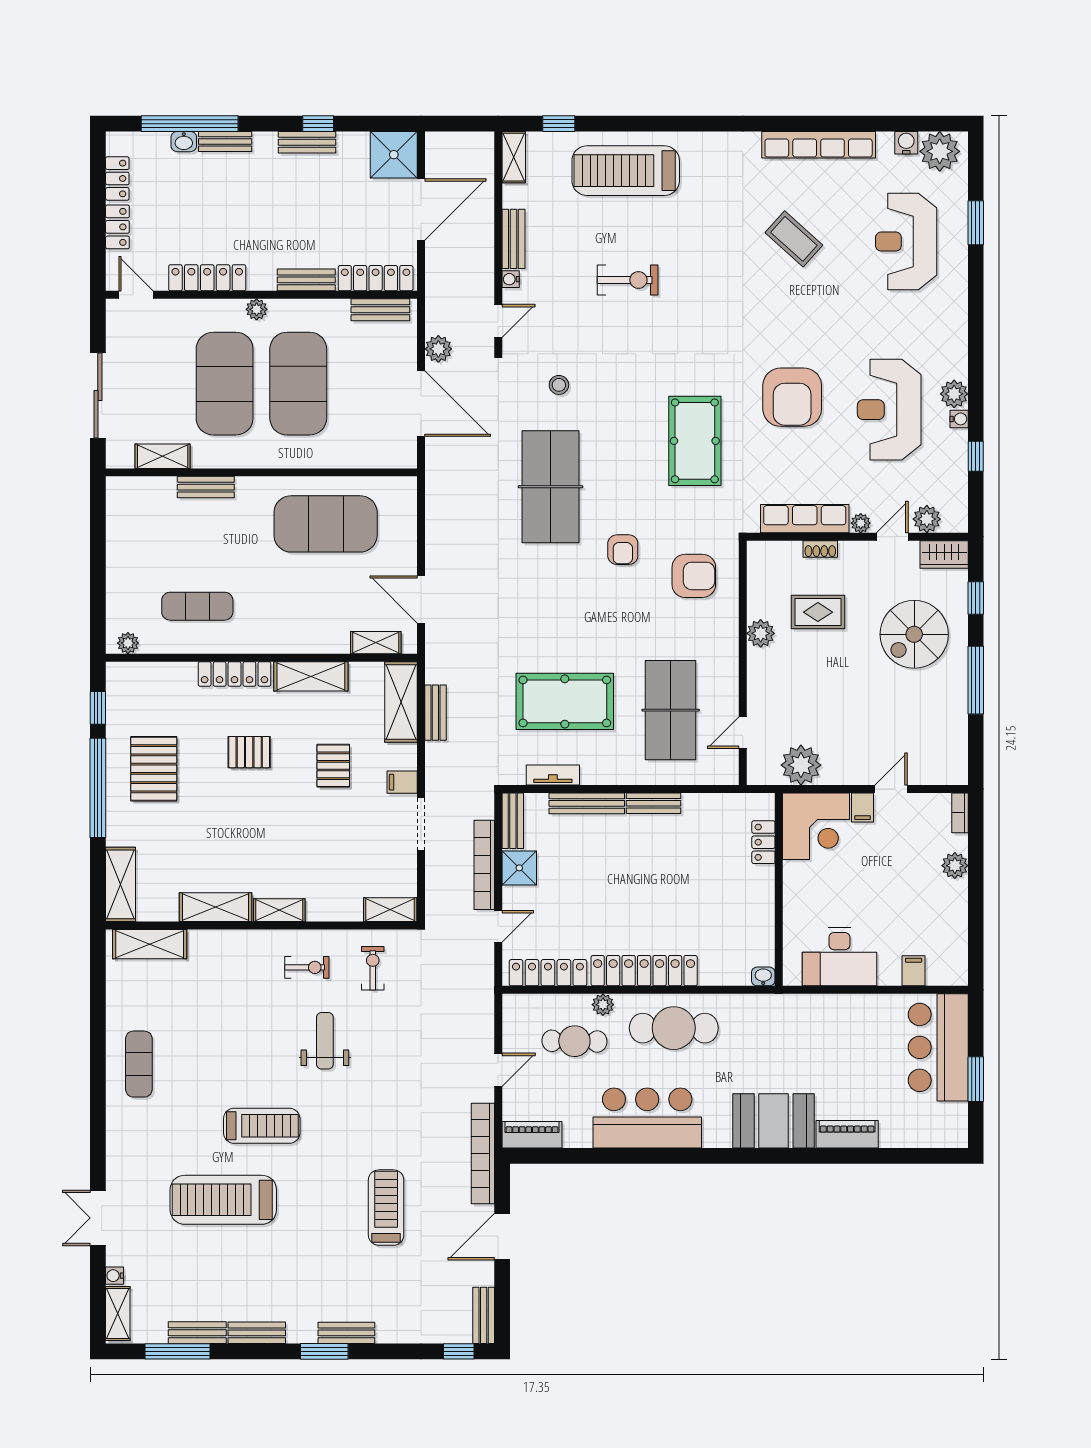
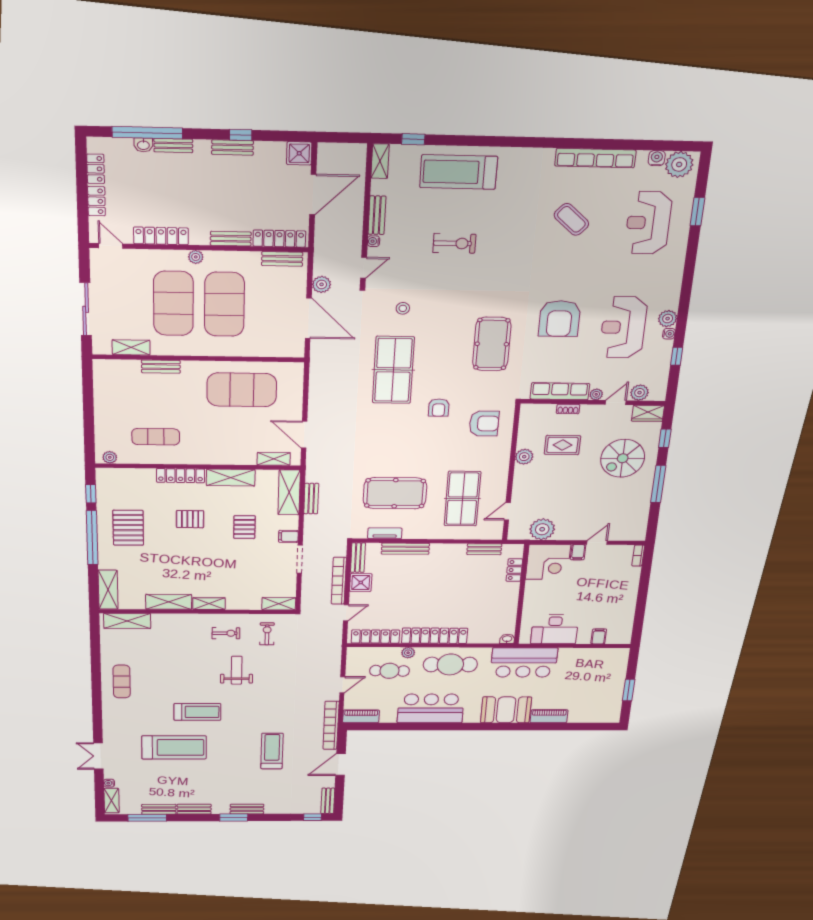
shower: (394, 155) -> (299, 153), width x0.73, depth x0.73
bench: (654, 803) -> (484, 549), moved
plant: (955, 866) -> (631, 583), removed
bar counter: (938, 1047) -> (524, 662), moved, turned -90
treadmill: (223, 1200) -> (174, 747), turned 180

